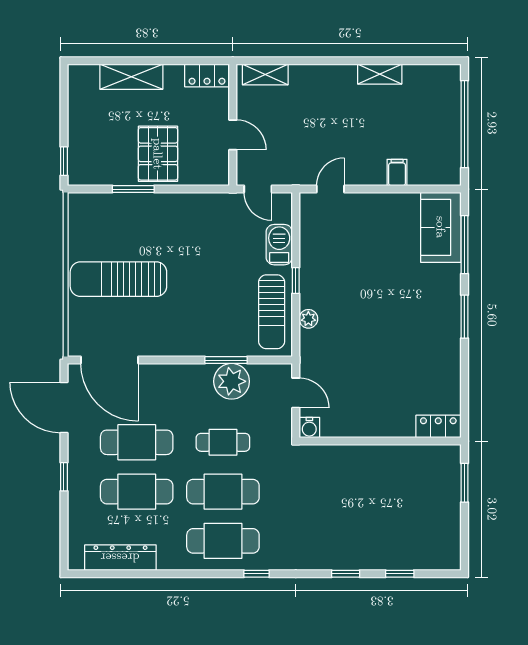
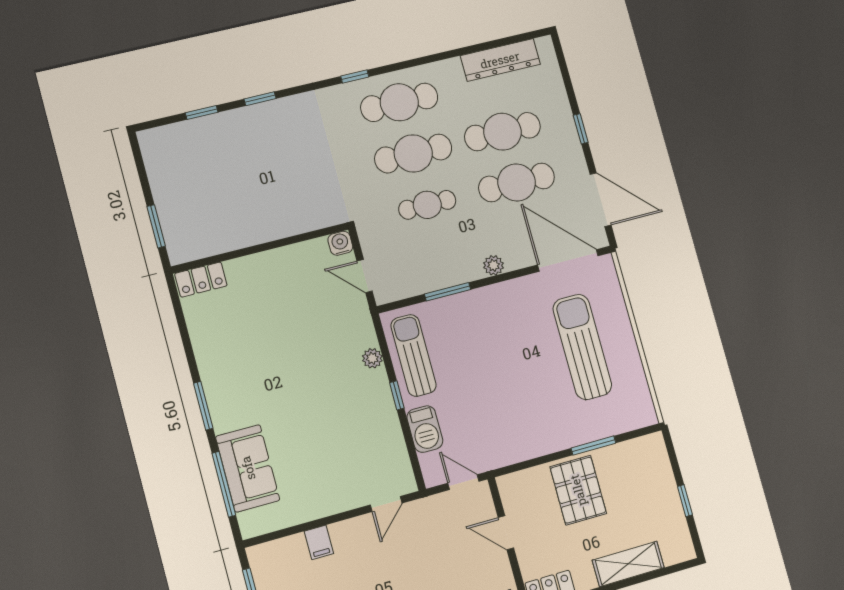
window: (64, 161) -> (685, 501), moved
sofa: (441, 227) -> (248, 468), moved
sun lounger: (118, 279) -> (582, 347), turned -90
plant: (232, 381) -> (493, 265), moved, width x0.53, depth x0.53

